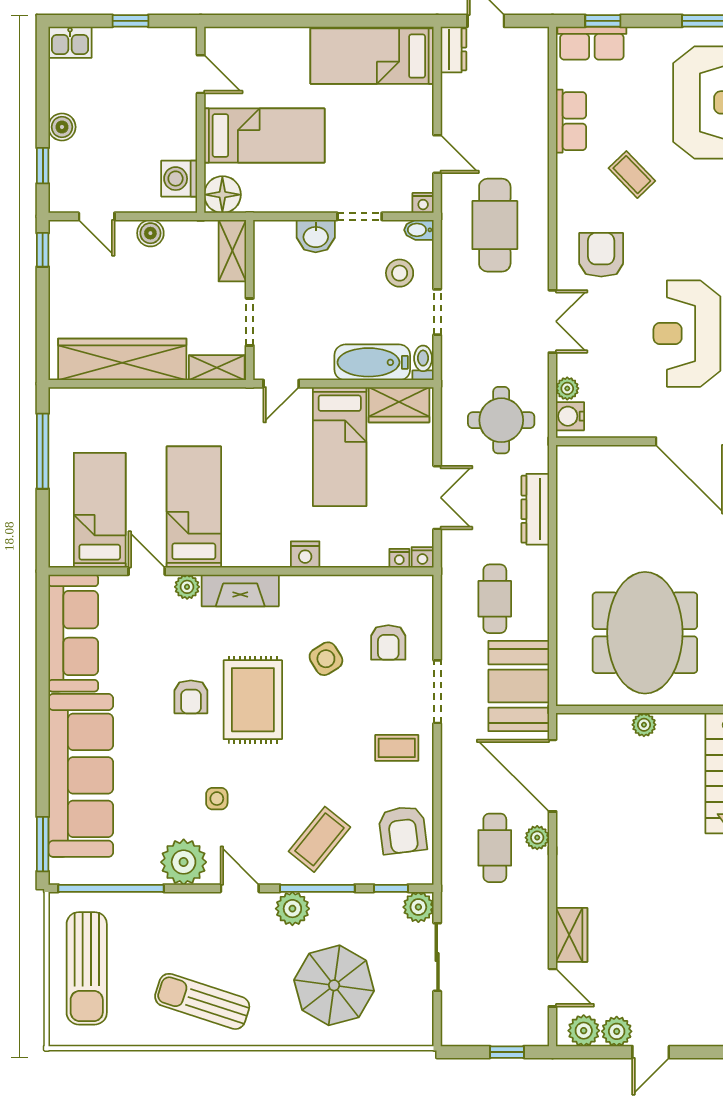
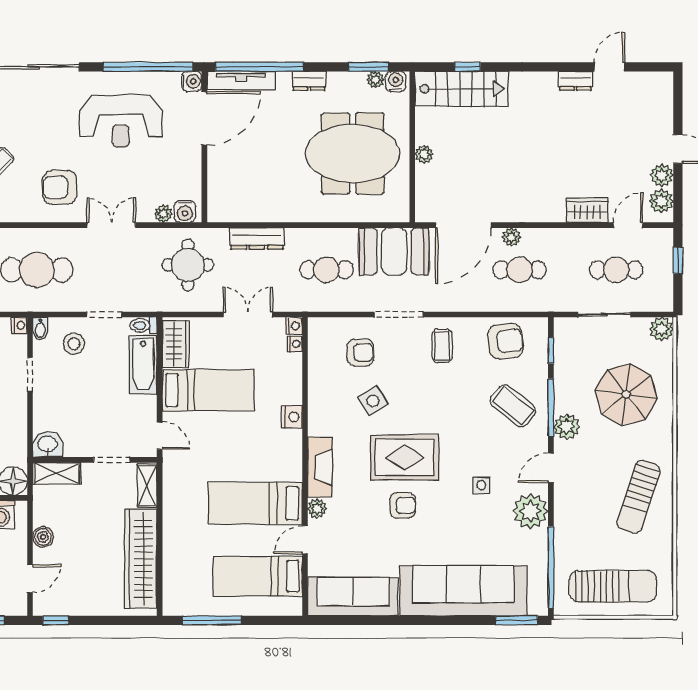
washbasin: (316, 236) -> (48, 445), moved, turned -90
plant: (418, 907) -> (662, 329), moved
cafe table: (495, 972) -> (616, 270), added

